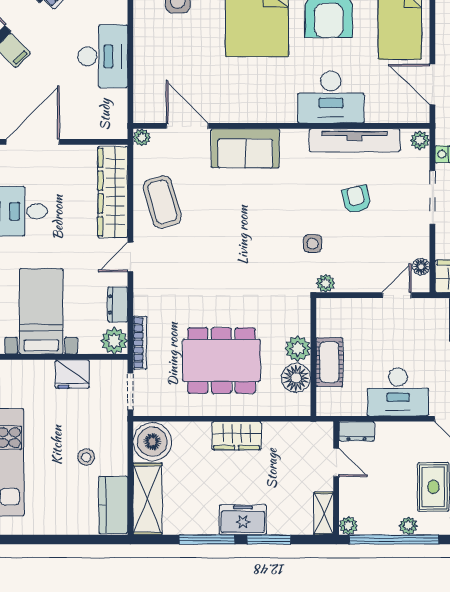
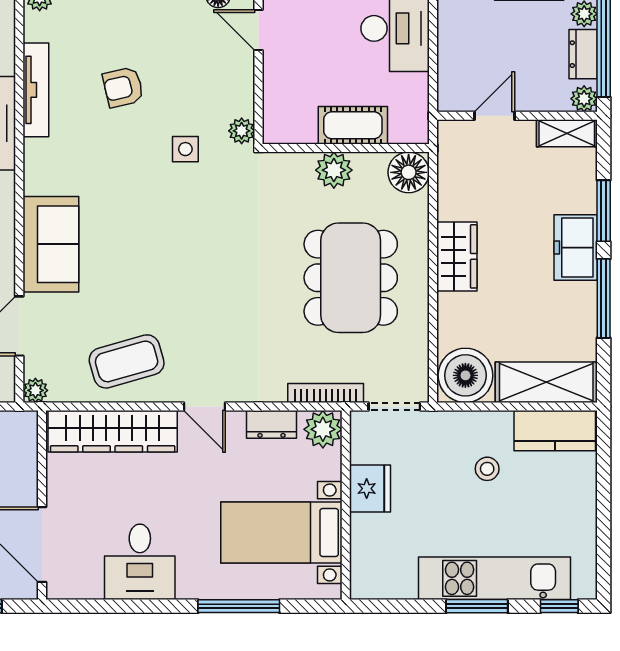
tv unit: (354, 140) -> (36, 90), width x0.73, depth x0.78
floor lamp: (296, 378) -> (409, 172), moved
dresser: (357, 431) -> (583, 54), moved, turned 180

